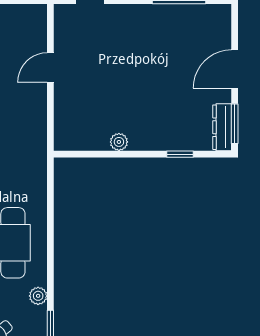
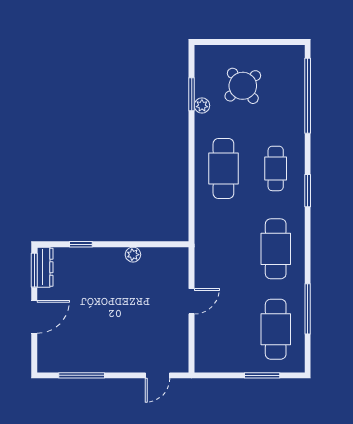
door: (50, 68) -> (192, 301), moved
plant: (38, 296) -> (202, 106), moved

